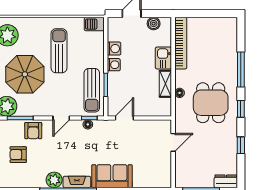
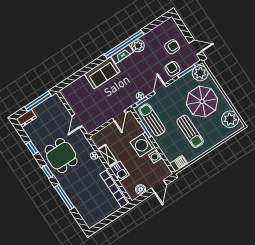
washing machine: (114, 65) -> (143, 145), width x1.89, depth x1.89
dining table: (211, 103) -> (61, 156), moved

